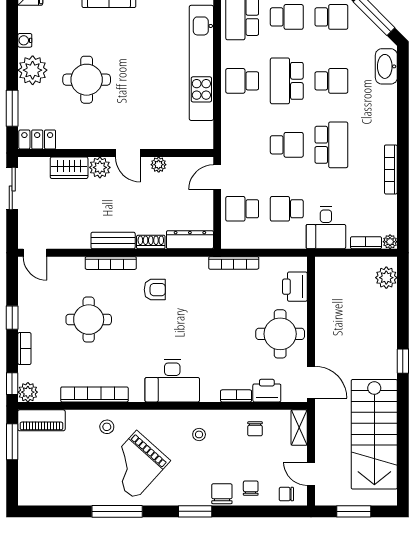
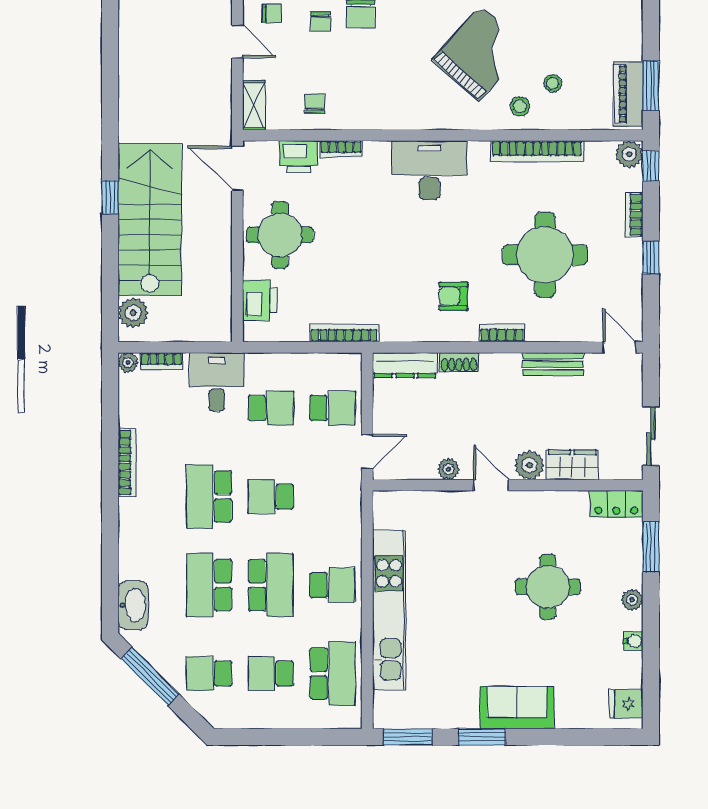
plant: (33, 70) -> (632, 600), width x0.53, depth x0.53
school desk: (331, 81) -> (209, 585), width x1.85
bench: (113, 240) -> (553, 364), moved
bookcase: (111, 263) -> (502, 333), width x0.64
round table: (89, 320) -> (545, 255), width x1.36, depth x1.36
piano: (41, 420) -> (628, 94), moved, turned -90
stool: (199, 434) -> (553, 83), moved
stairs: (374, 434) -> (150, 219), moved

